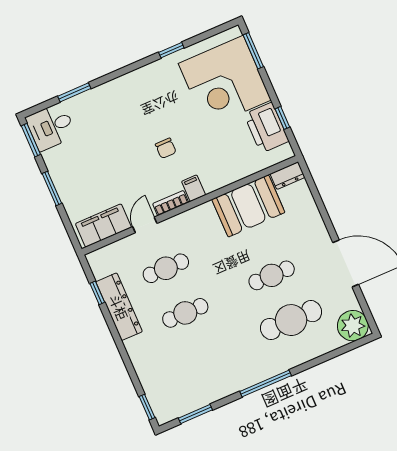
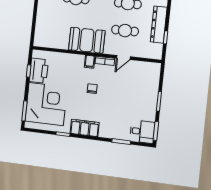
dresser: (287, 176) -> (42, 42), removed
booth: (248, 206) -> (87, 40), moved
filing cabinet: (103, 225) -> (85, 128), moved, turned 180

